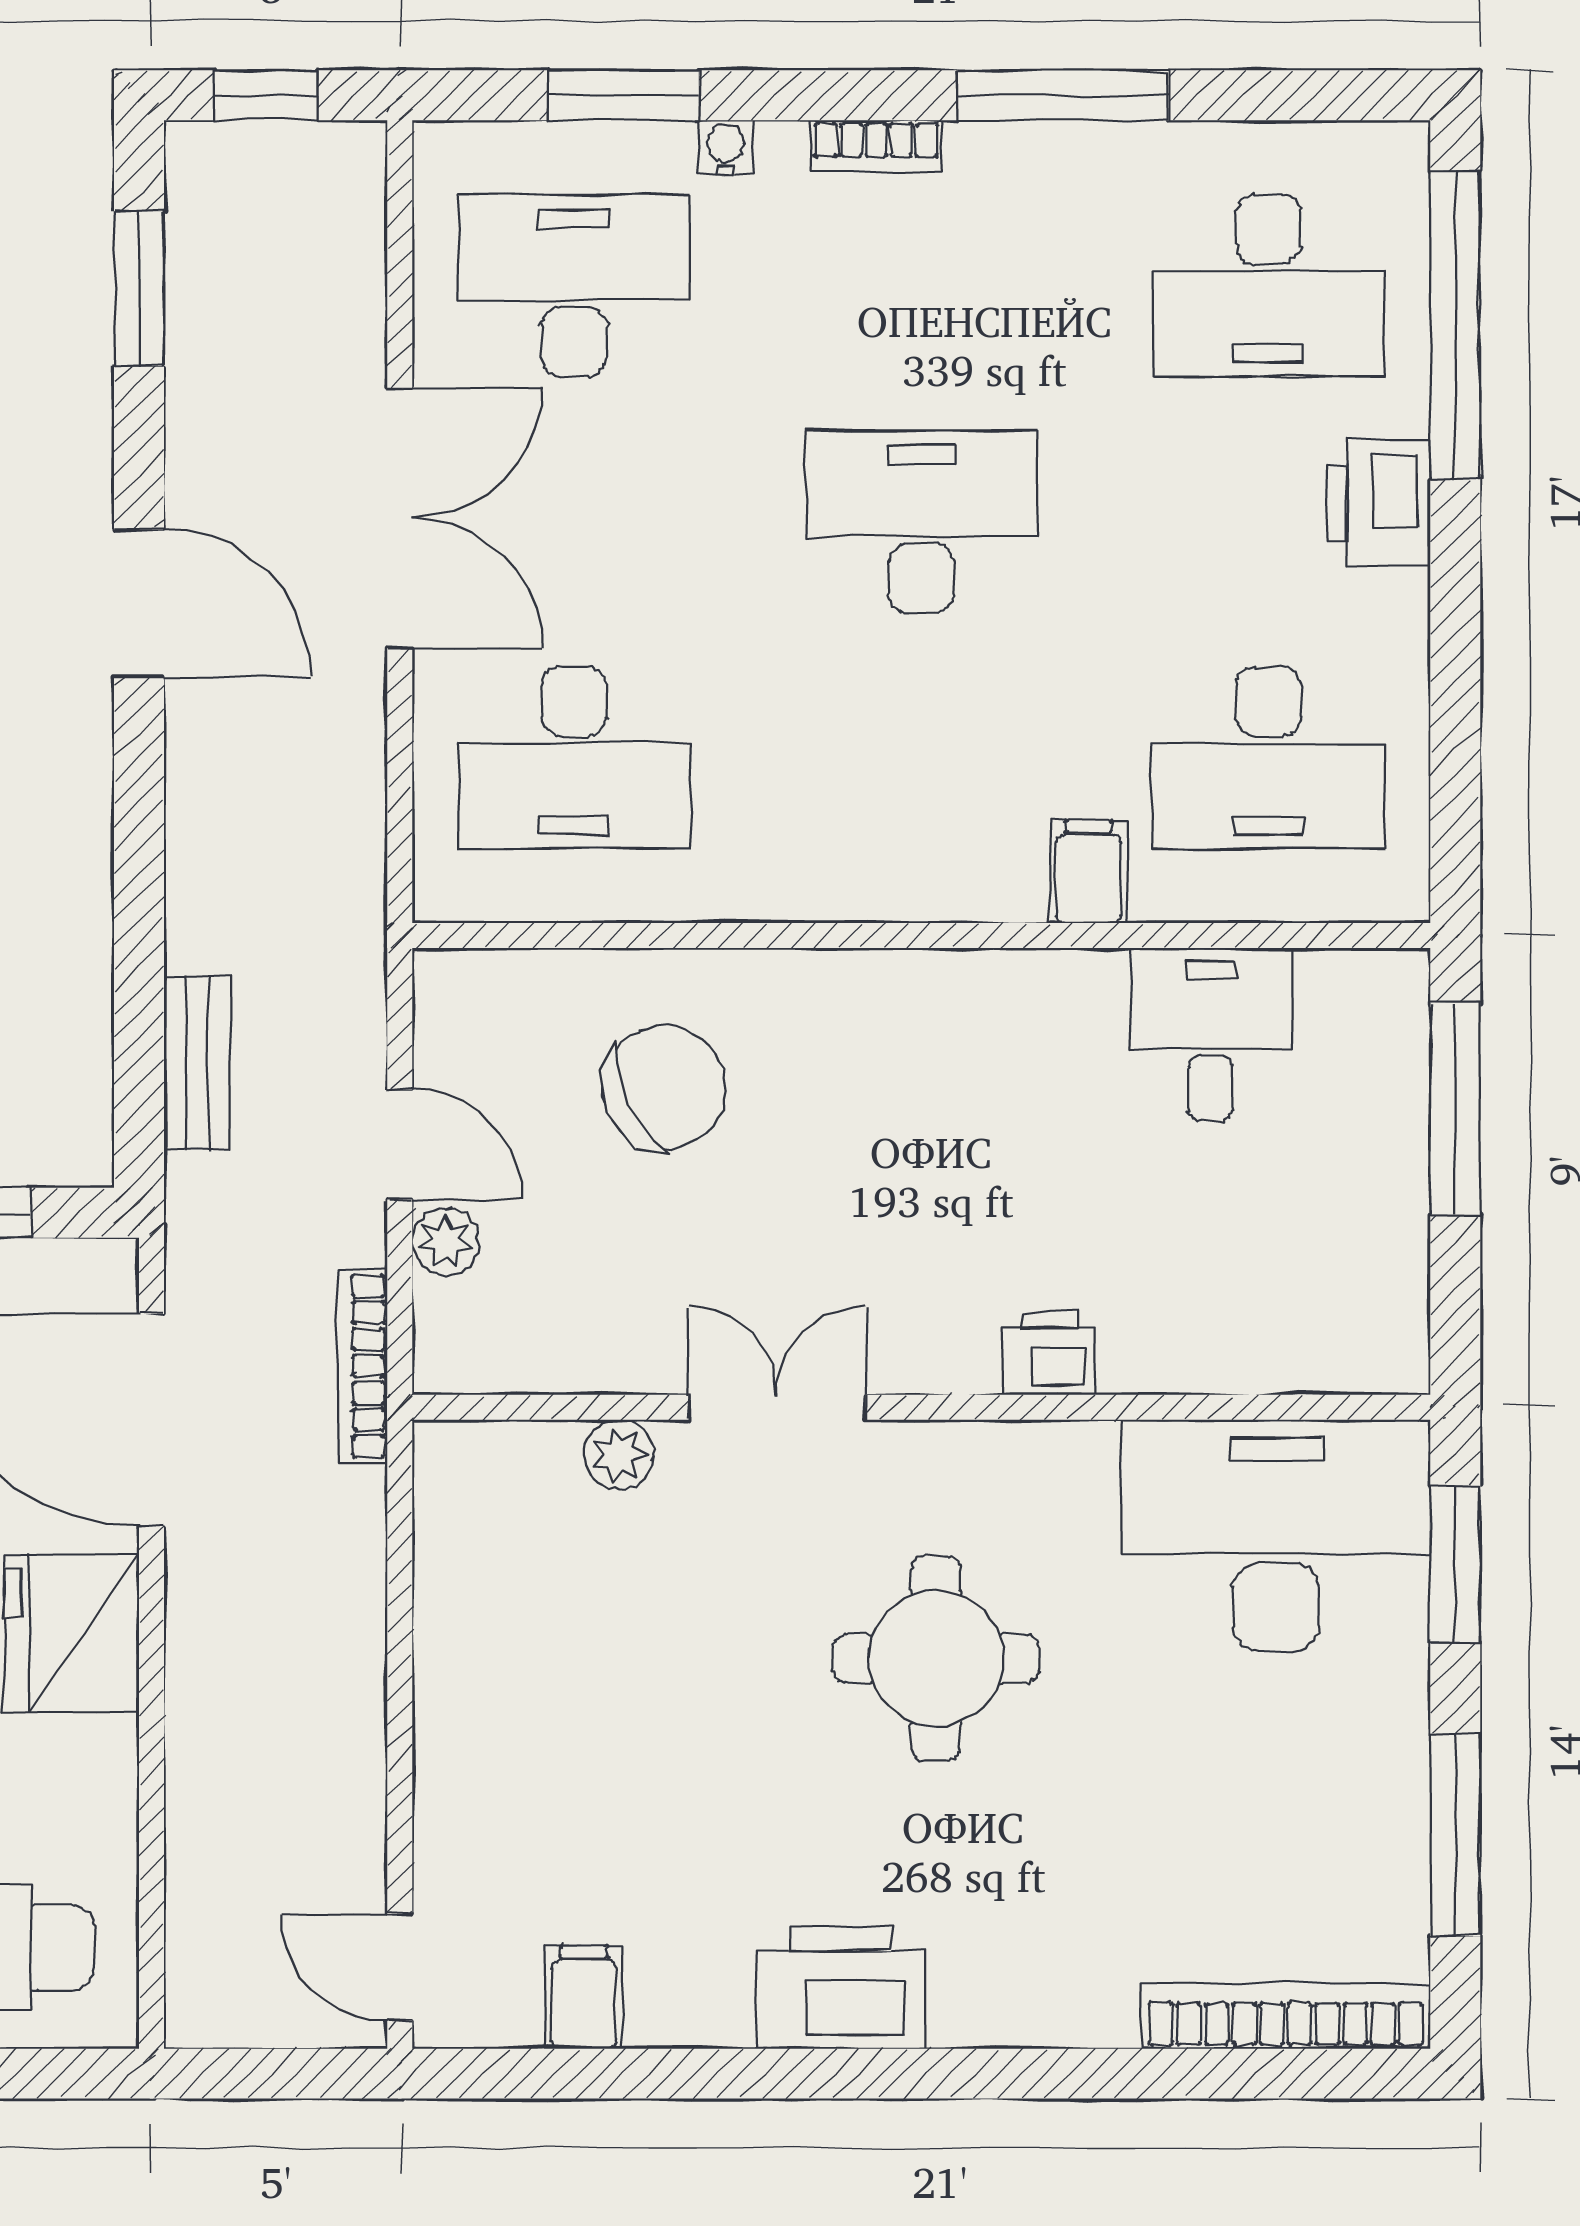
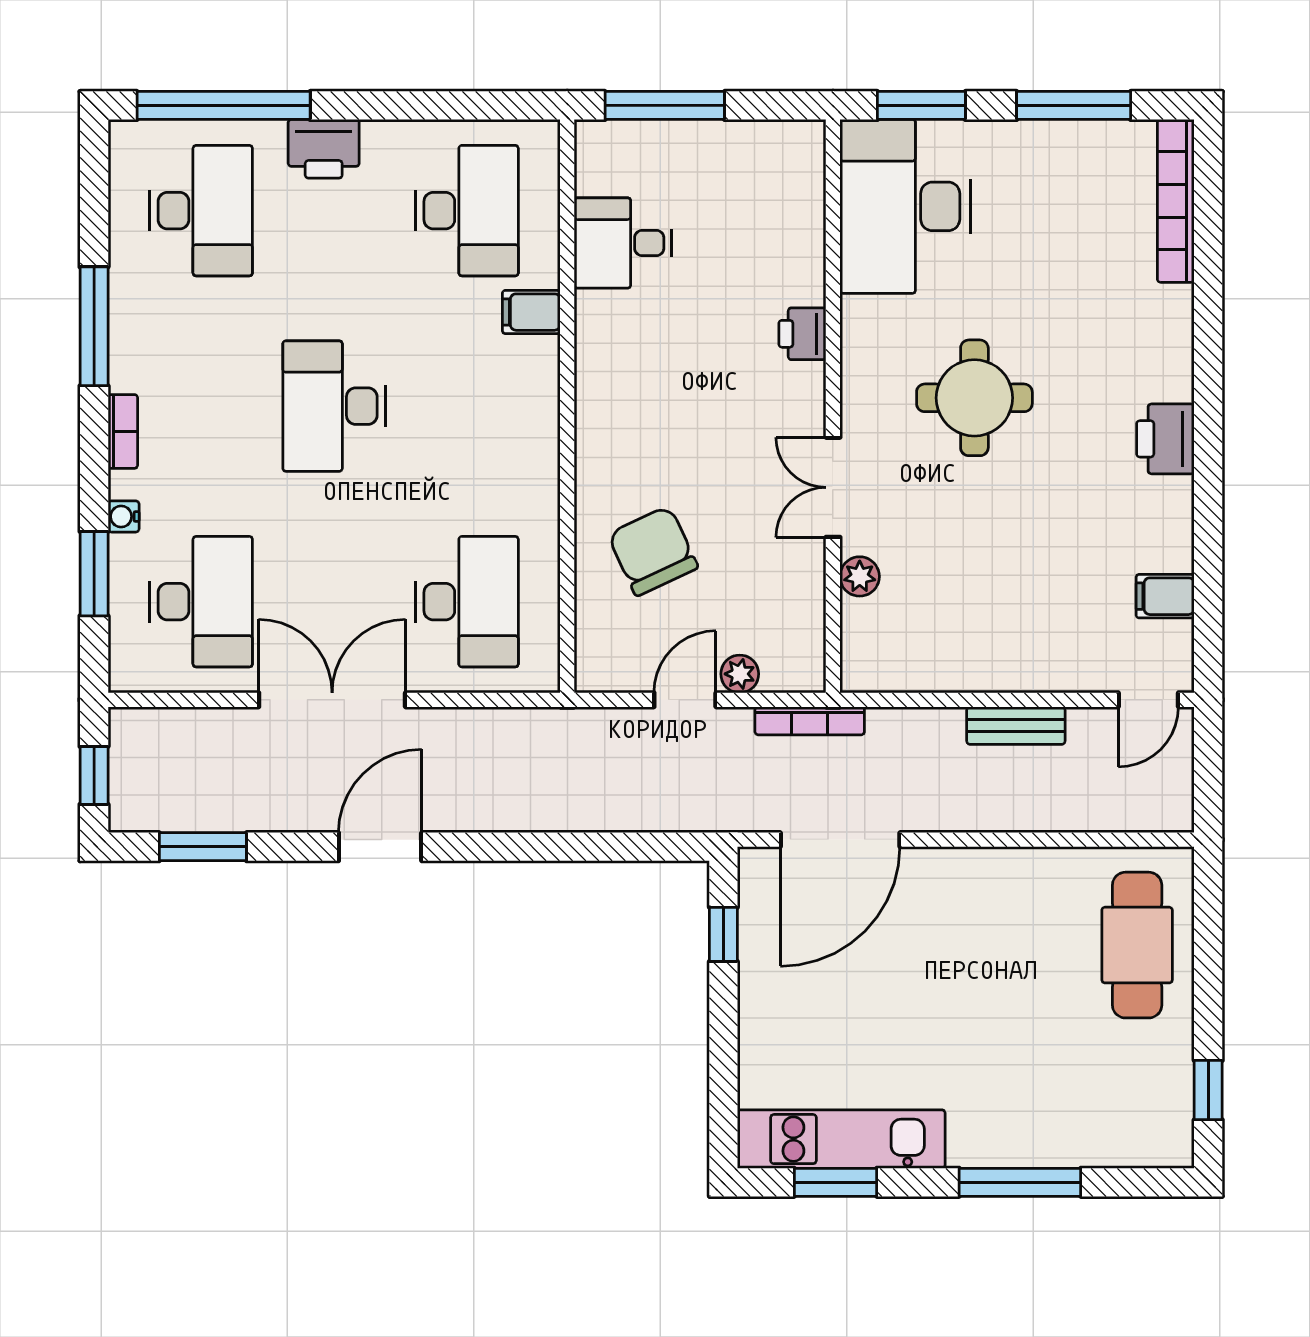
desk: (574, 286) -> (201, 602), turned 180
bench: (197, 1063) -> (1016, 726), moved
fridge: (72, 1634) -> (960, 884), removed
printer: (840, 1988) -> (1165, 439), width x0.73, depth x0.84

